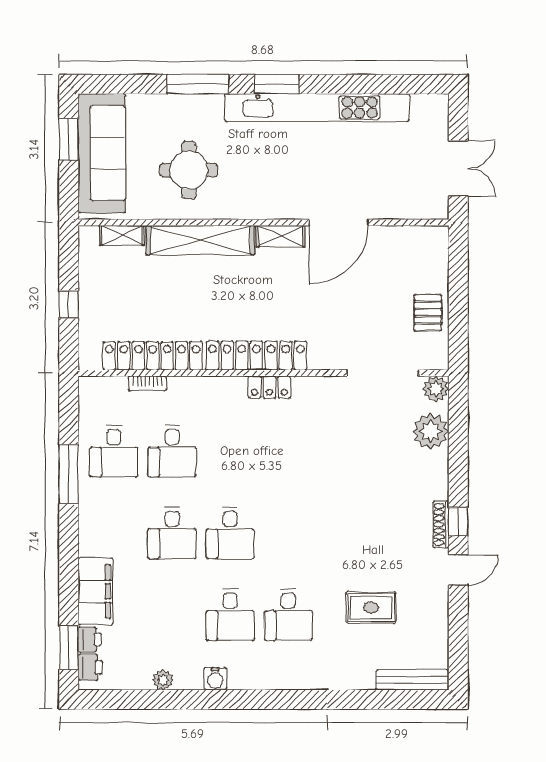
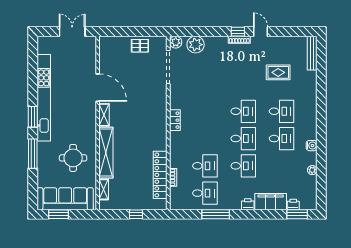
locker: (256, 356) -> (160, 126), removed
desk: (288, 533) -> (243, 111), added
rug: (371, 607) -> (278, 72), turned 90
printer: (90, 667) -> (248, 204), moved

